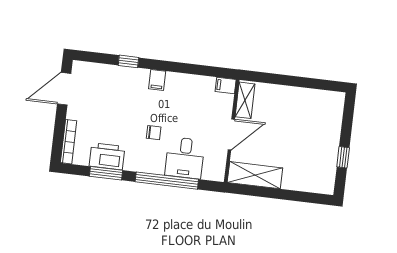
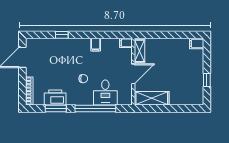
filing cabinet: (157, 80) -> (96, 45), moved
filing cabinet: (334, 99) -> (197, 43), added

